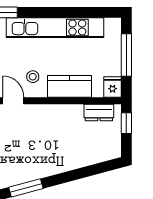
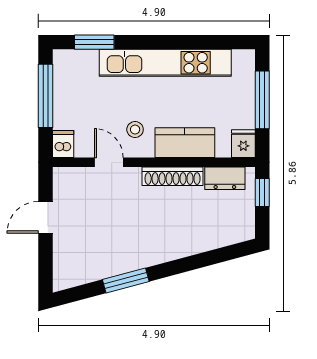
shoe rack: (60, 111) -> (173, 176), added

